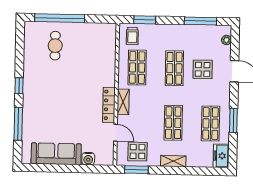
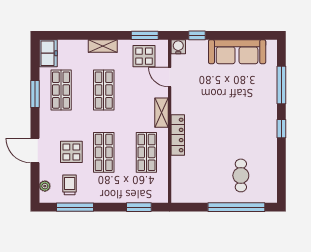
trolley: (132, 36) -> (70, 185), moved
locker: (109, 105) -> (178, 135), moved
water cooler: (88, 159) -> (178, 47), moved
window: (91, 169) -> (197, 35), added

